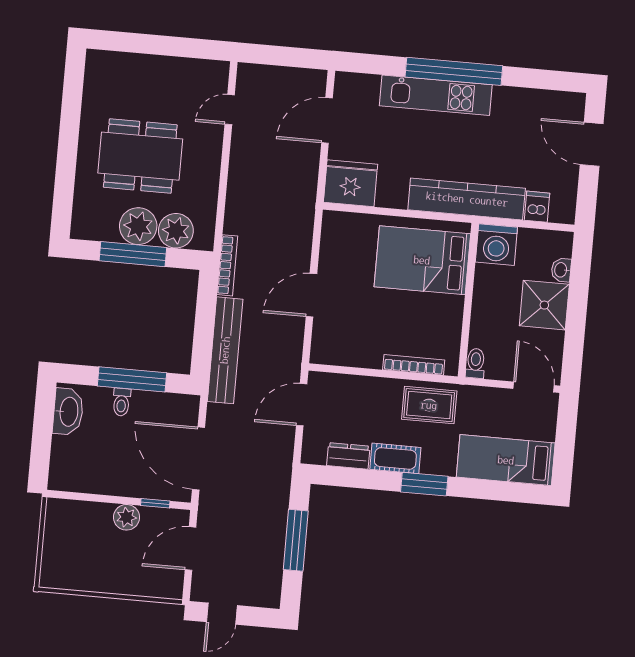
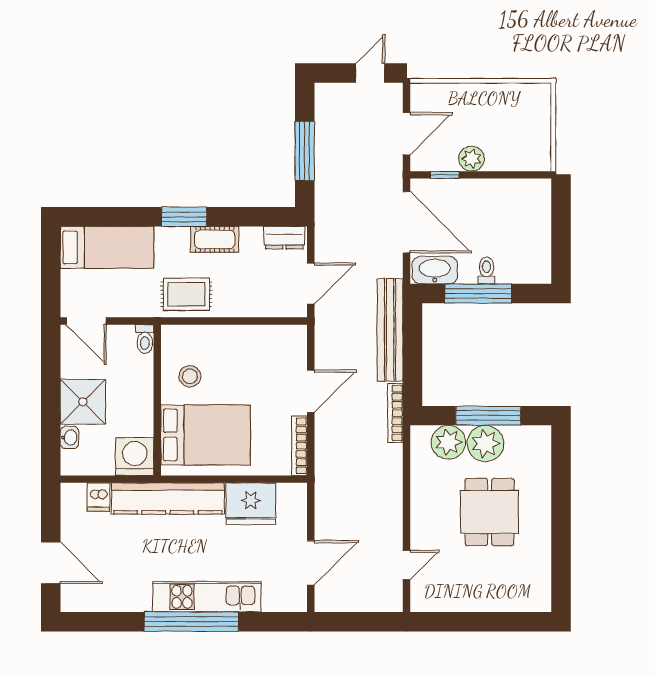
dining table: (140, 156) -> (490, 512), width x0.73
fridge: (351, 183) -> (251, 504), moved
stool: (433, 321) -> (190, 376), added
bookcase: (414, 365) -> (299, 446), moved, turned 90
washbasin: (68, 412) -> (435, 270), moved, turned 90
dresser: (348, 456) -> (284, 238), moved

